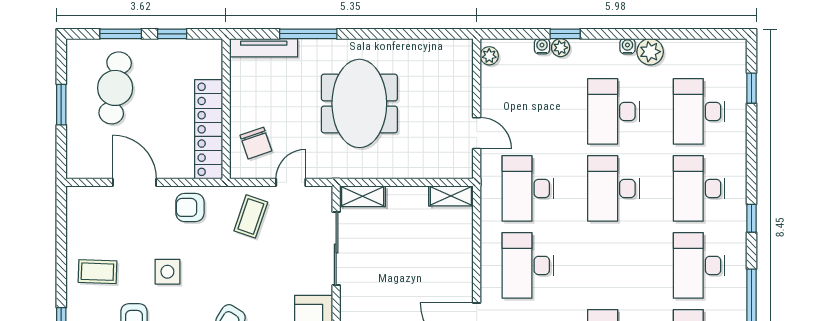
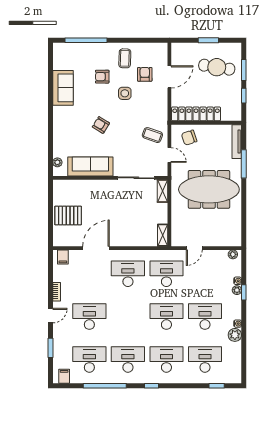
meeting table: (359, 103) -> (209, 189), width x1.36
armchair: (190, 207) -> (145, 74), moved

